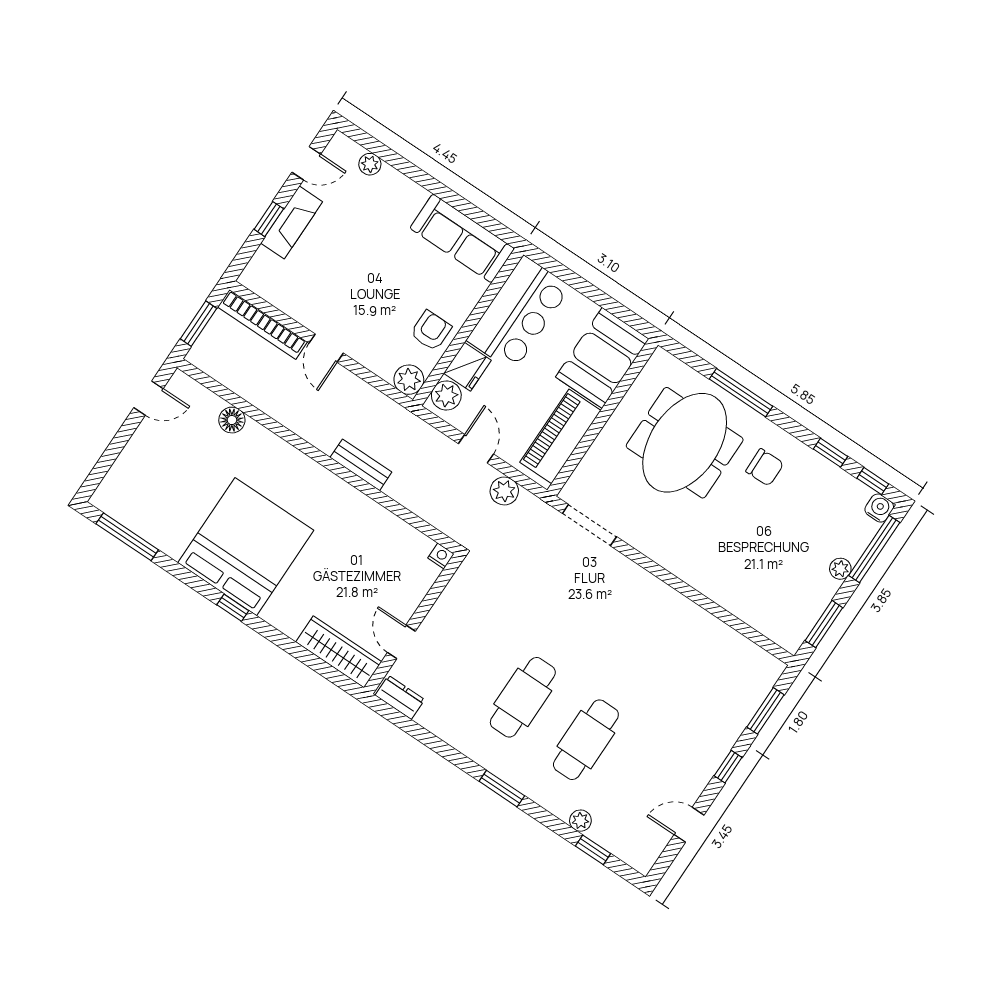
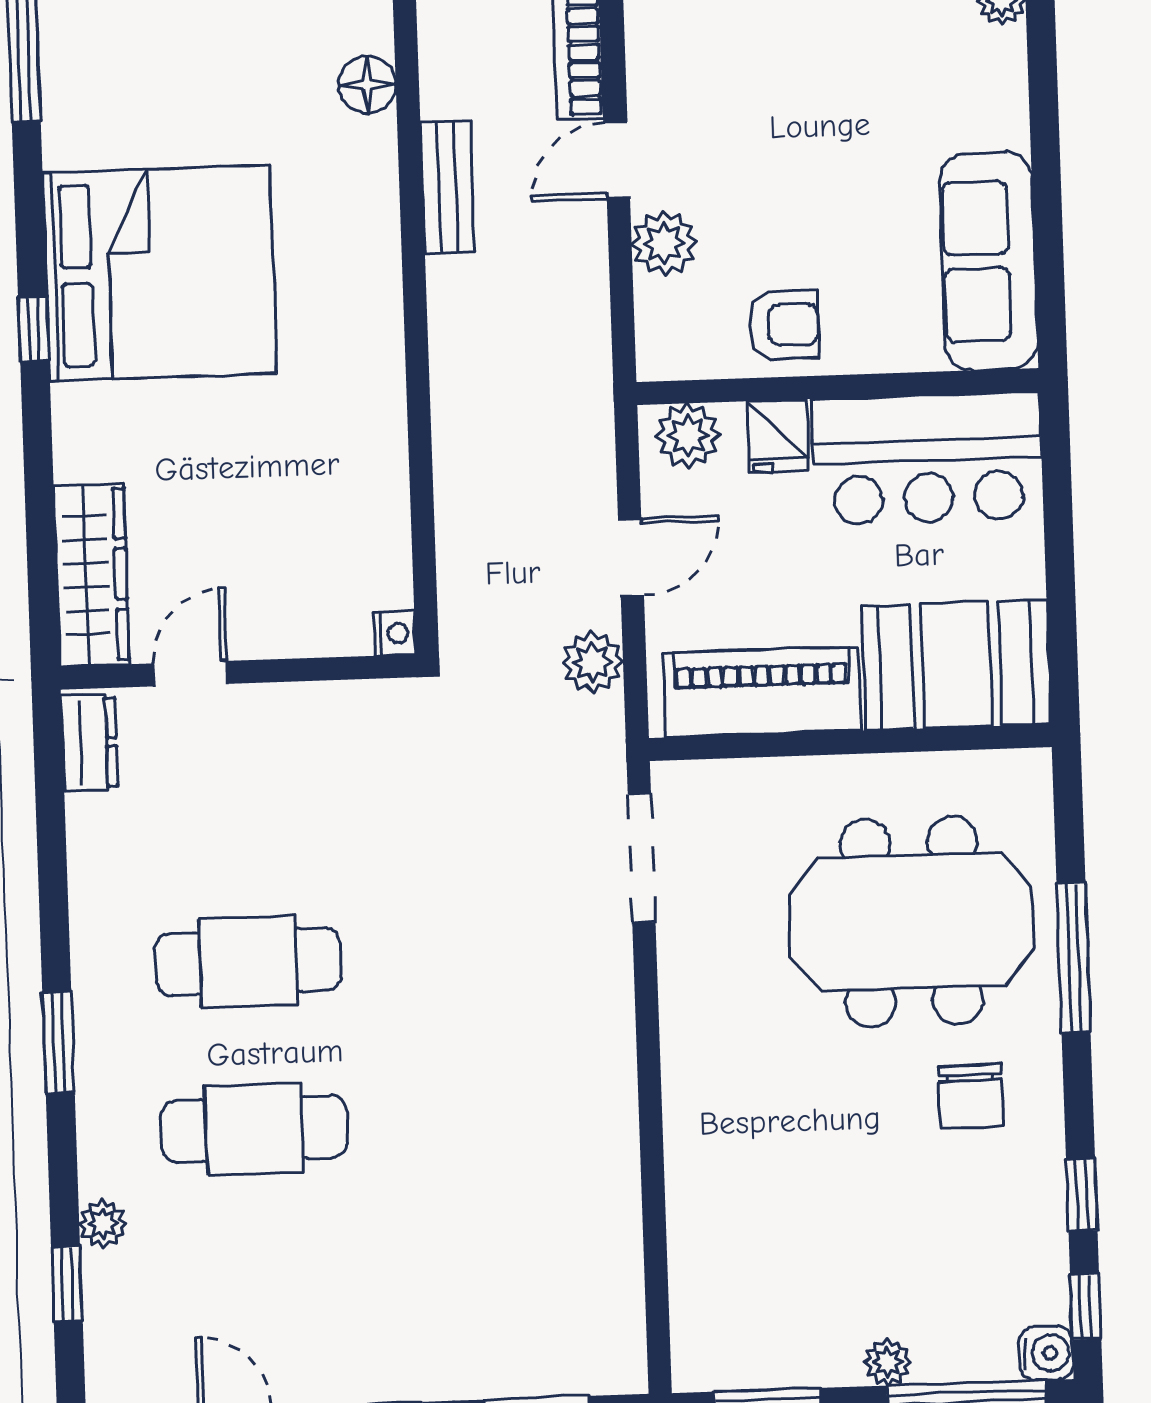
fridge: (467, 367) -> (778, 436), width x0.72
plant: (409, 380) -> (664, 243), moved
bench: (361, 465) -> (448, 187), moved

